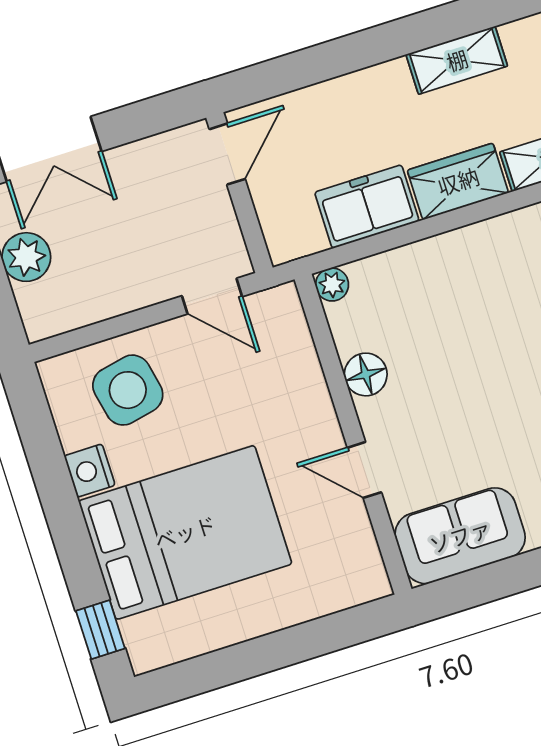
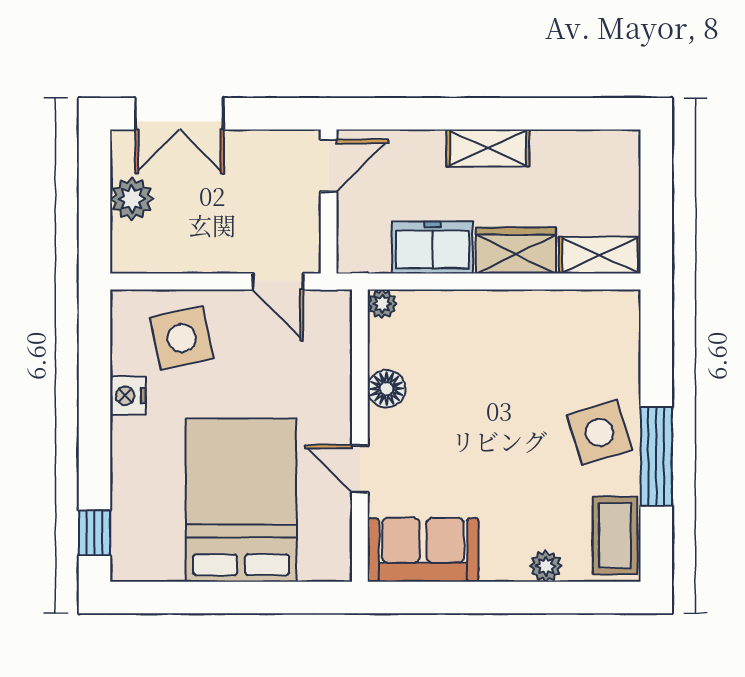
shelving: (457, 60) -> (488, 148), moved
bed: (185, 532) -> (241, 500), moved, turned -90

